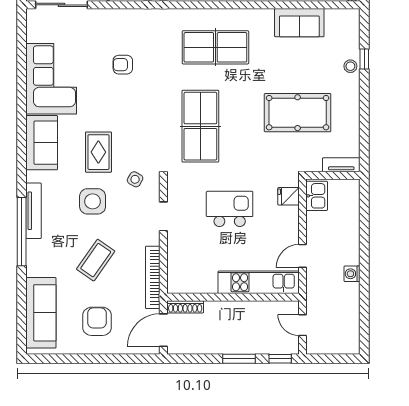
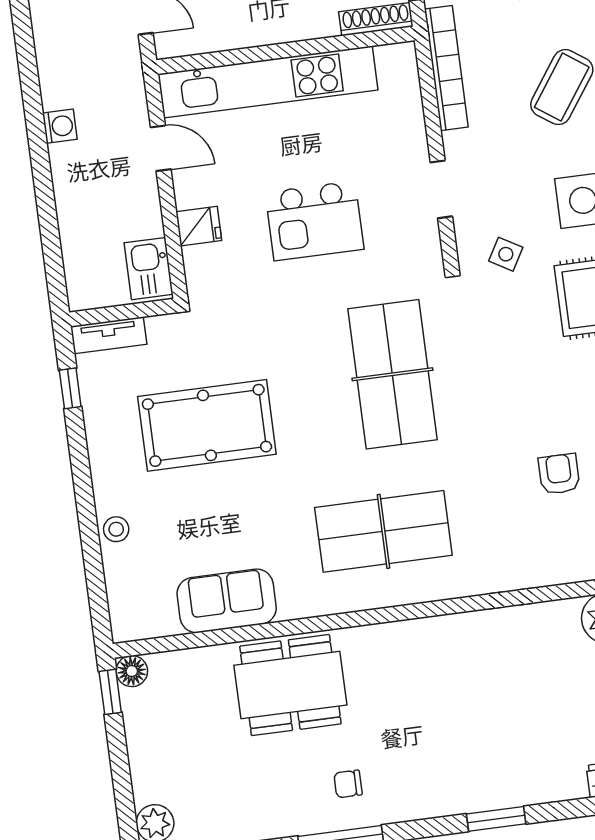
window: (364, 59) -> (70, 388), moved
armchair: (123, 65) -> (559, 474), turned -90
fridge: (288, 196) -> (199, 226), moved
door: (303, 256) -> (161, 148), hinge flipped
kitchen unit: (259, 282) -> (268, 82), width x1.36

